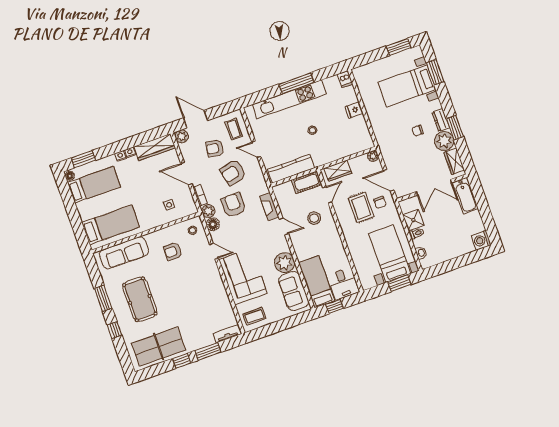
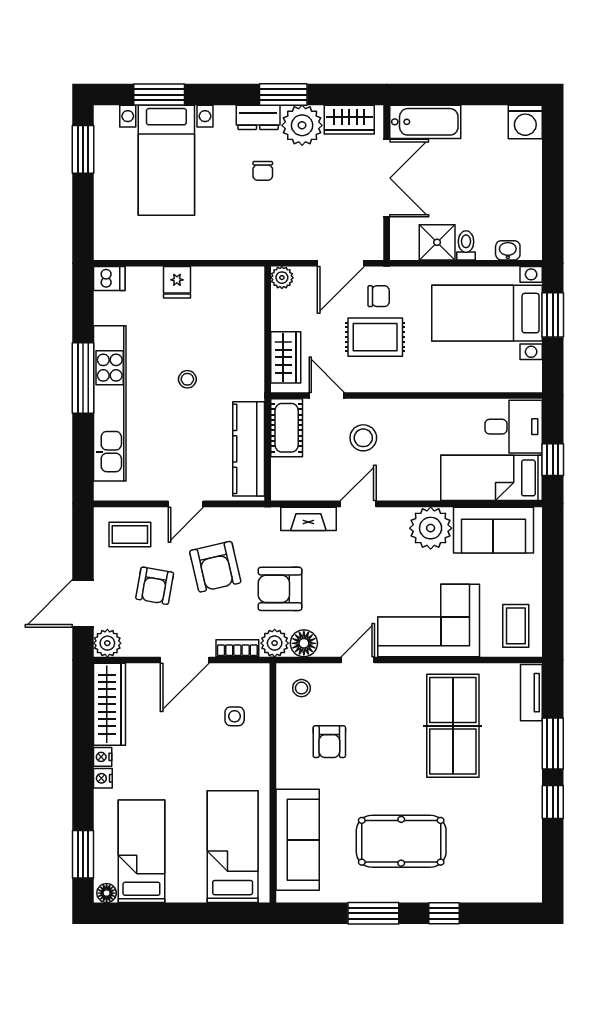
table tennis table: (159, 347) -> (453, 726), moved

